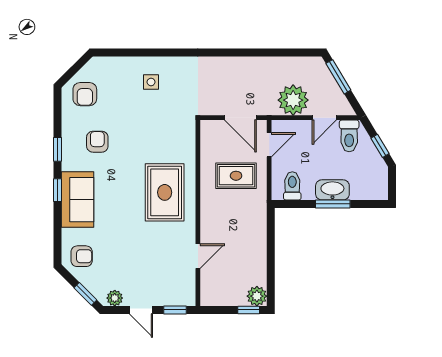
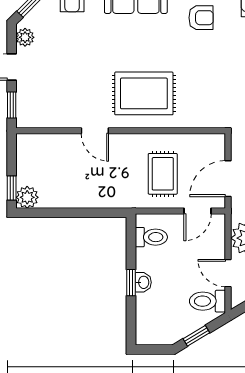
door: (269, 145) -> (198, 211), hinge flipped
washbasin: (332, 190) -> (143, 282), width x0.52, depth x0.69
window: (333, 204) -> (131, 283), width x0.67
door: (198, 256) -> (95, 131), moved

